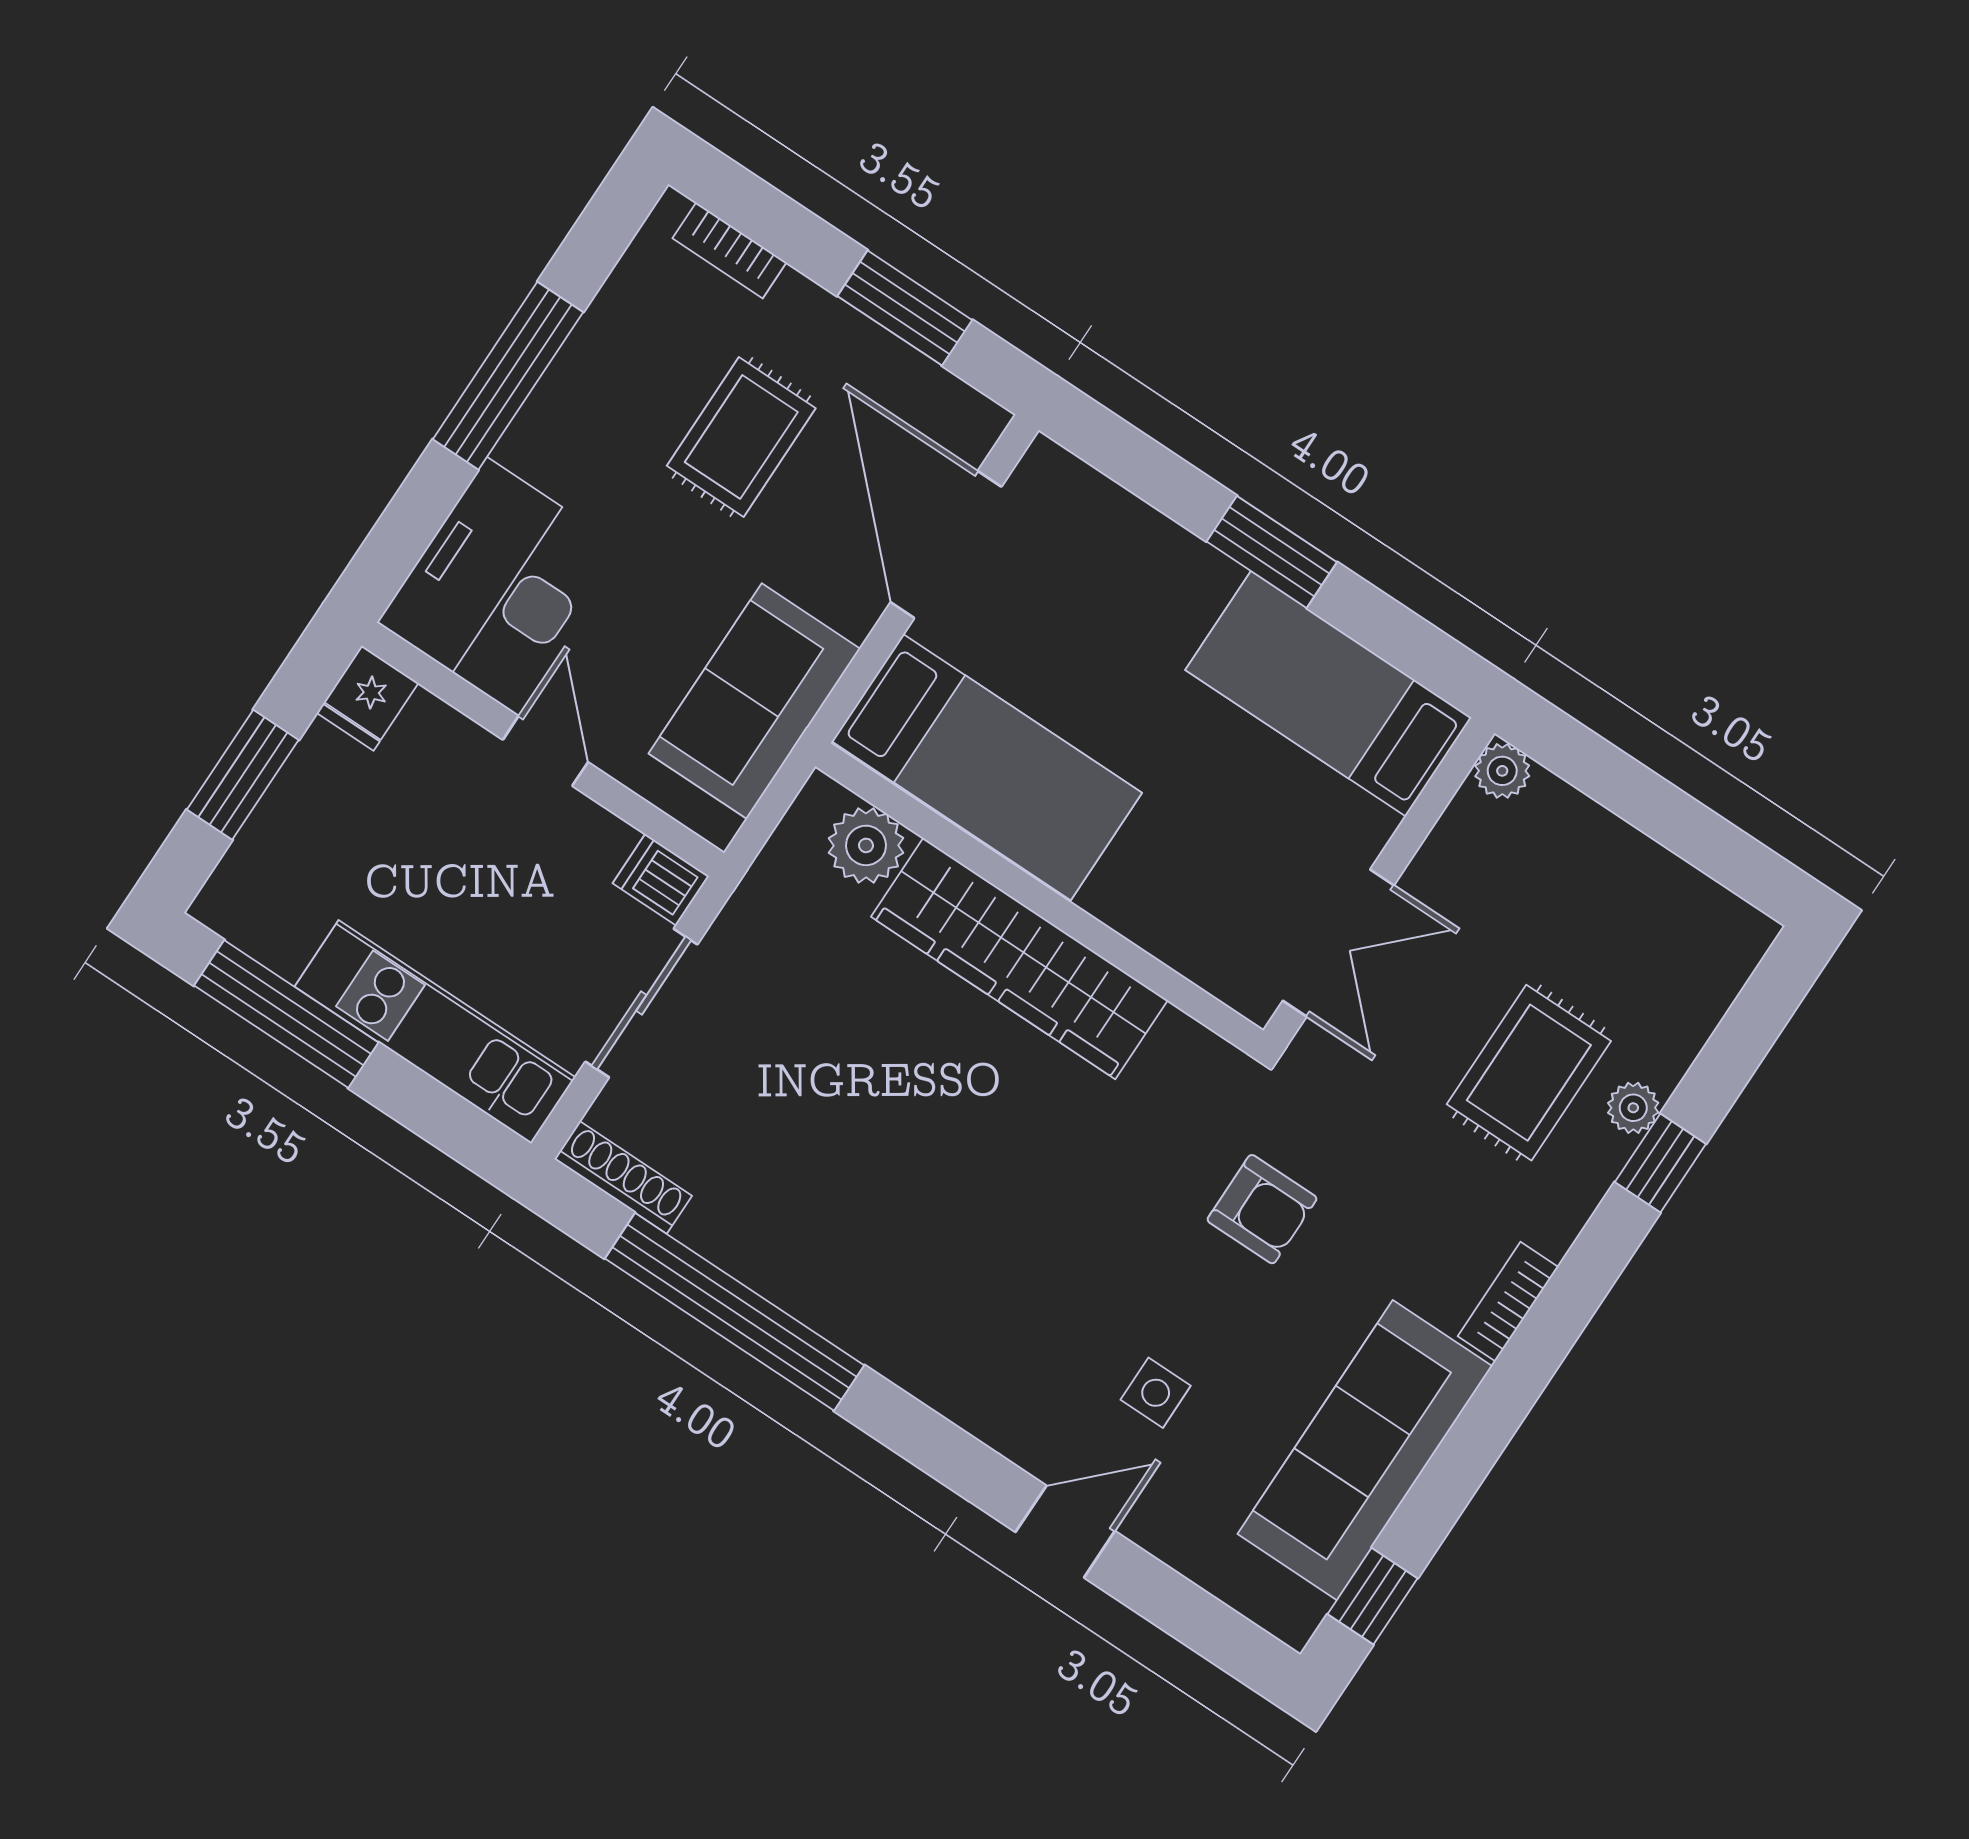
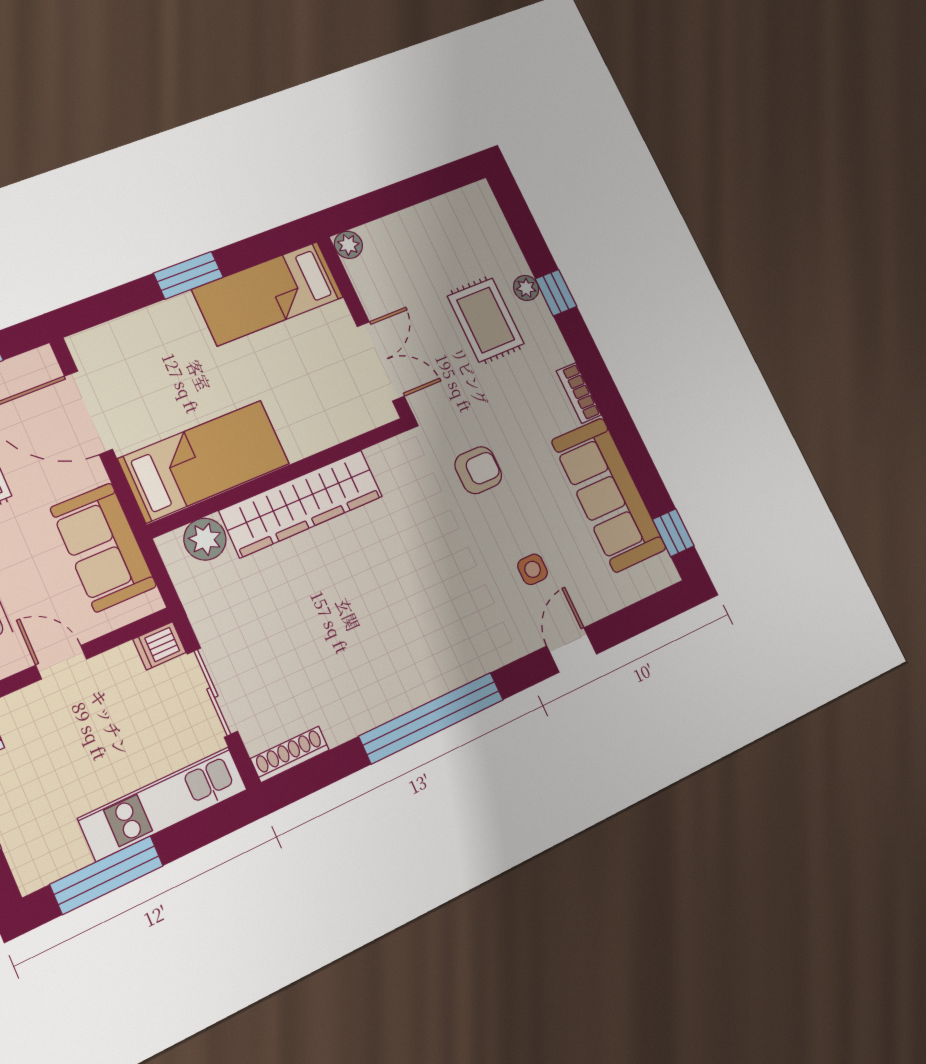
window: (734, 1312) -> (432, 718), moved

